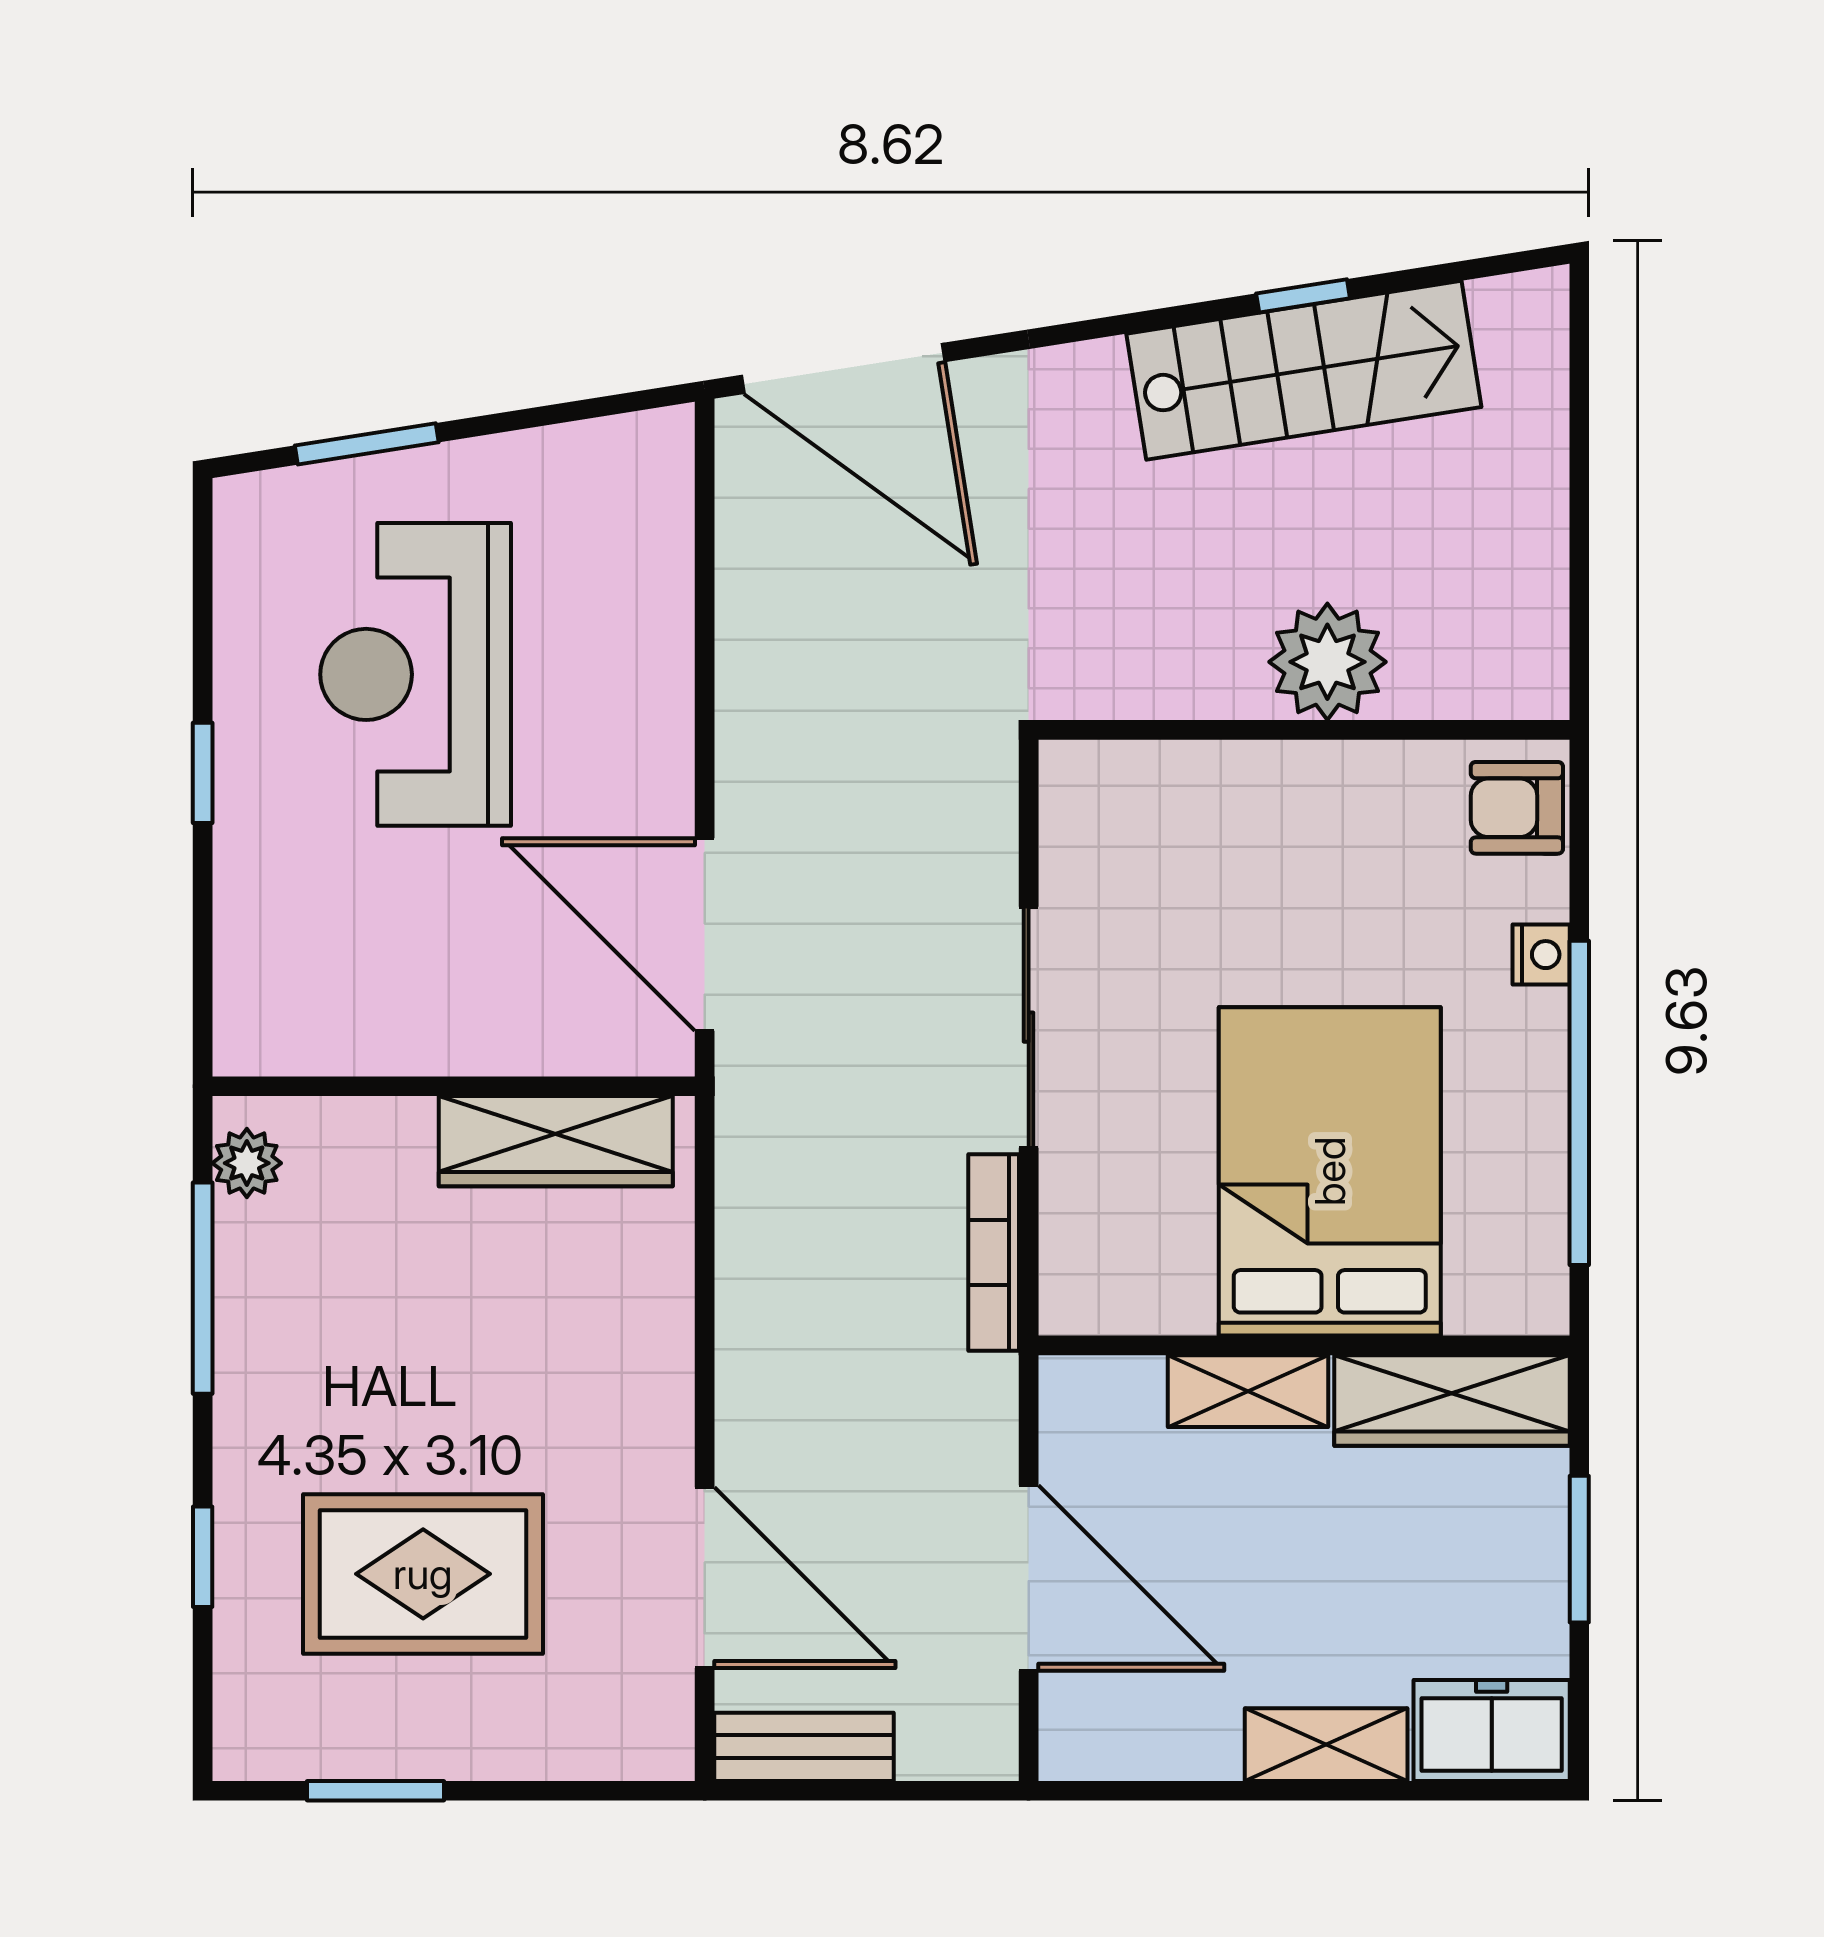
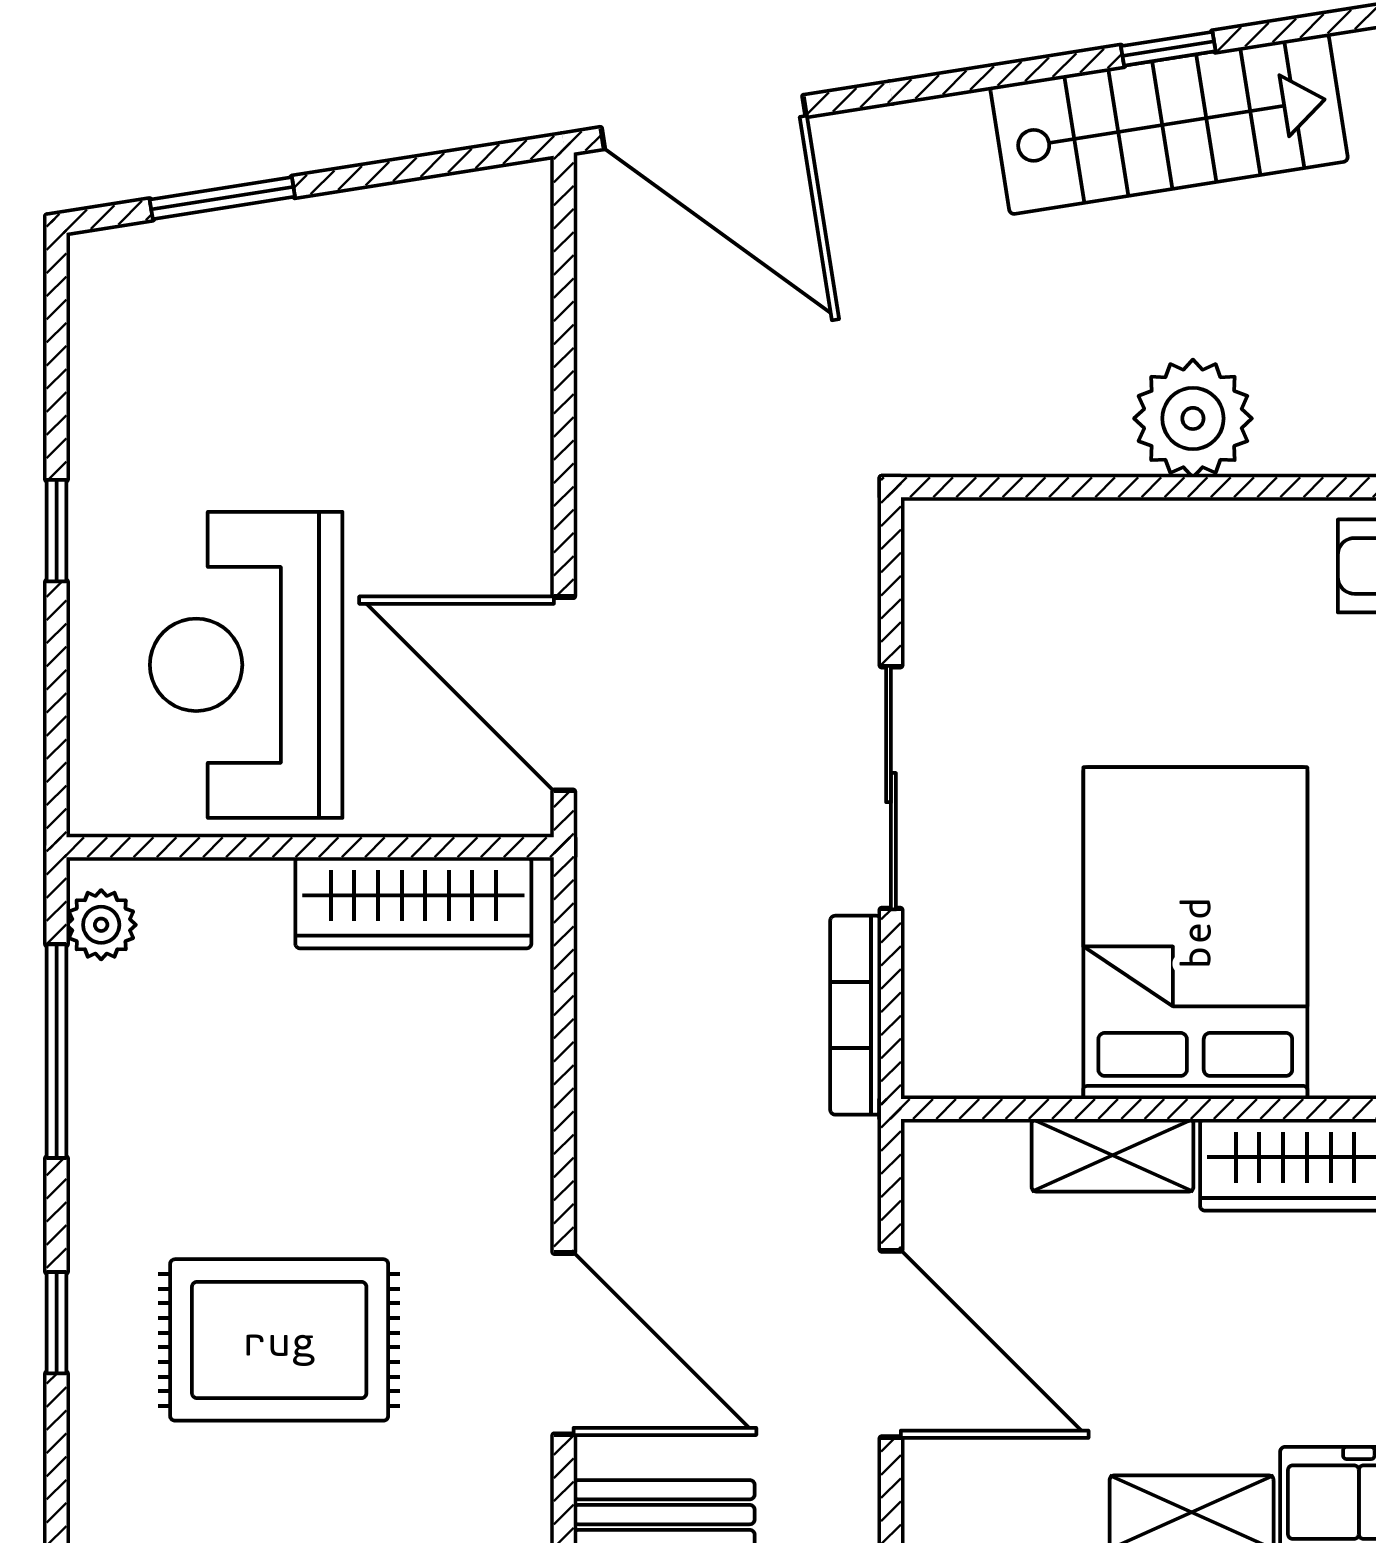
reception desk: (416, 674) -> (246, 665), moved

